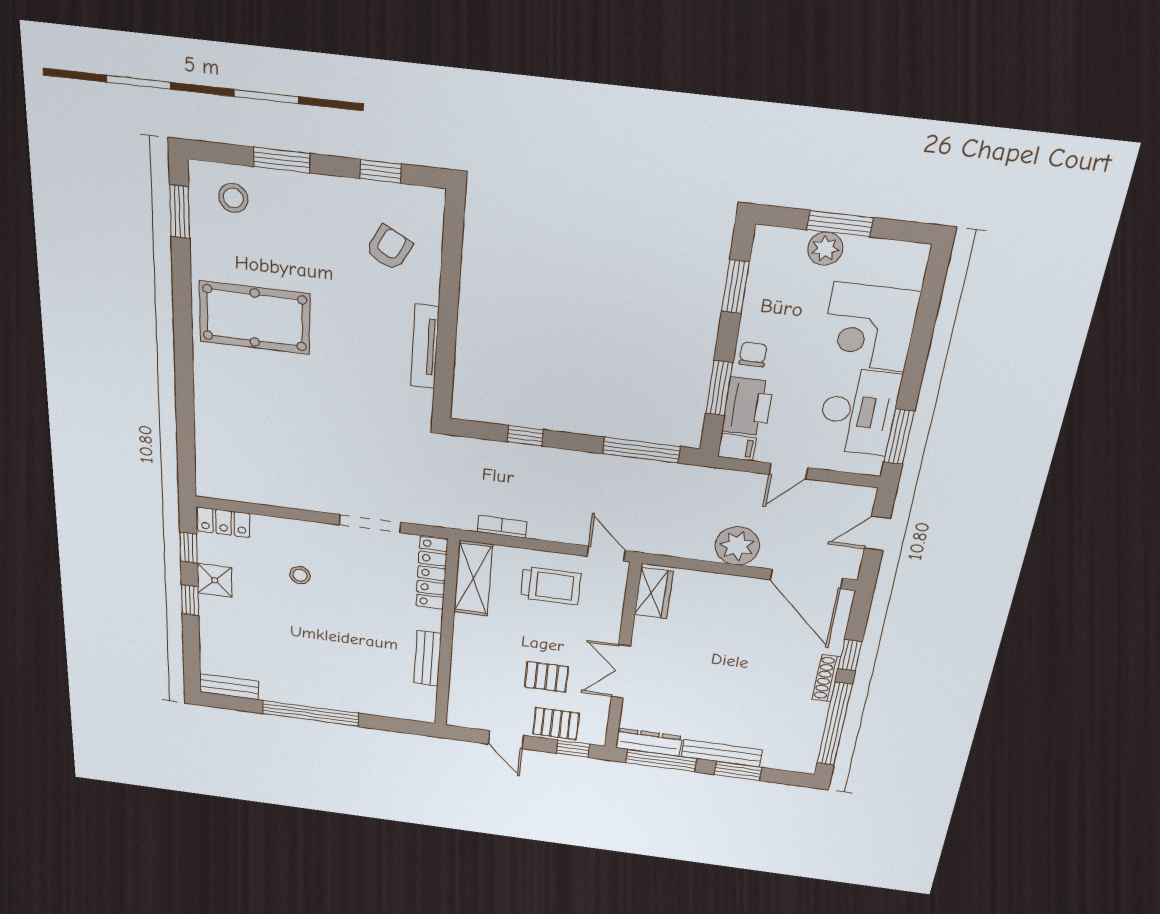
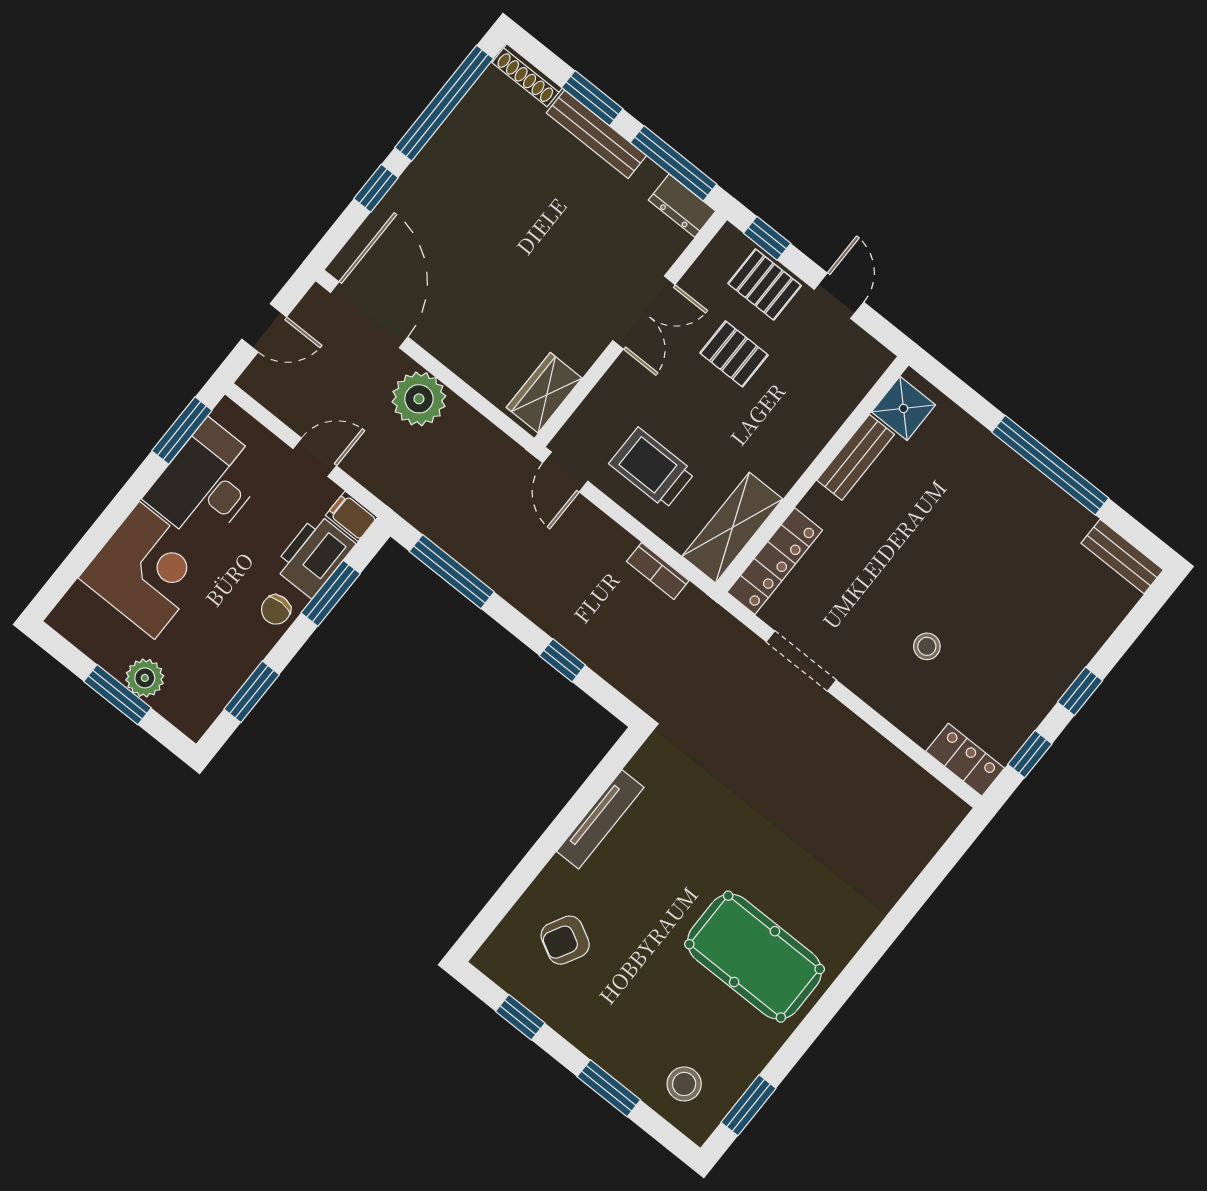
shower: (215, 580) -> (903, 408), moved
shoe rack: (826, 678) -> (527, 75), moved, turned 90
dresser: (649, 742) -> (682, 206), width x0.70

